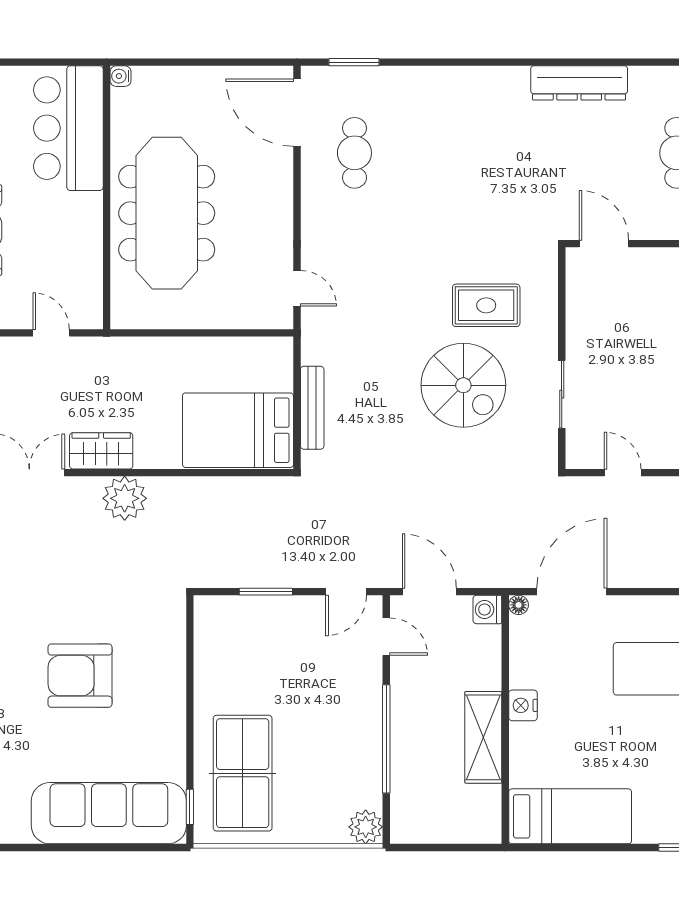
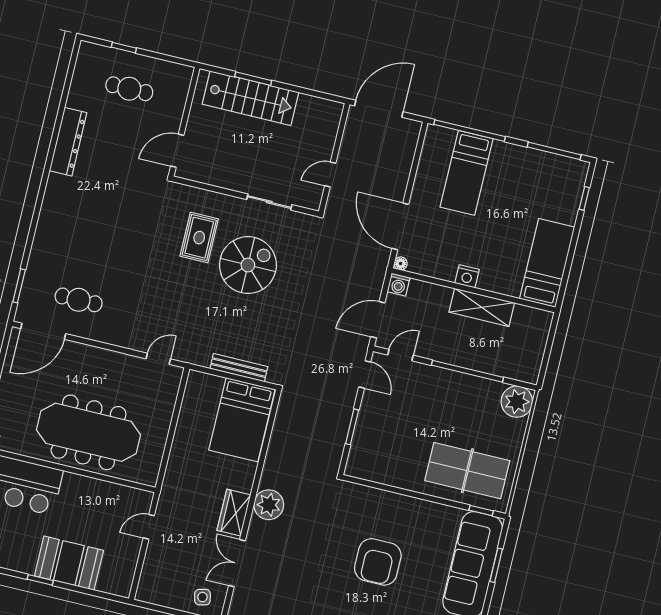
plant: (366, 827) -> (517, 402), width x1.36, depth x1.36
window: (116, 848) -> (496, 565), added

